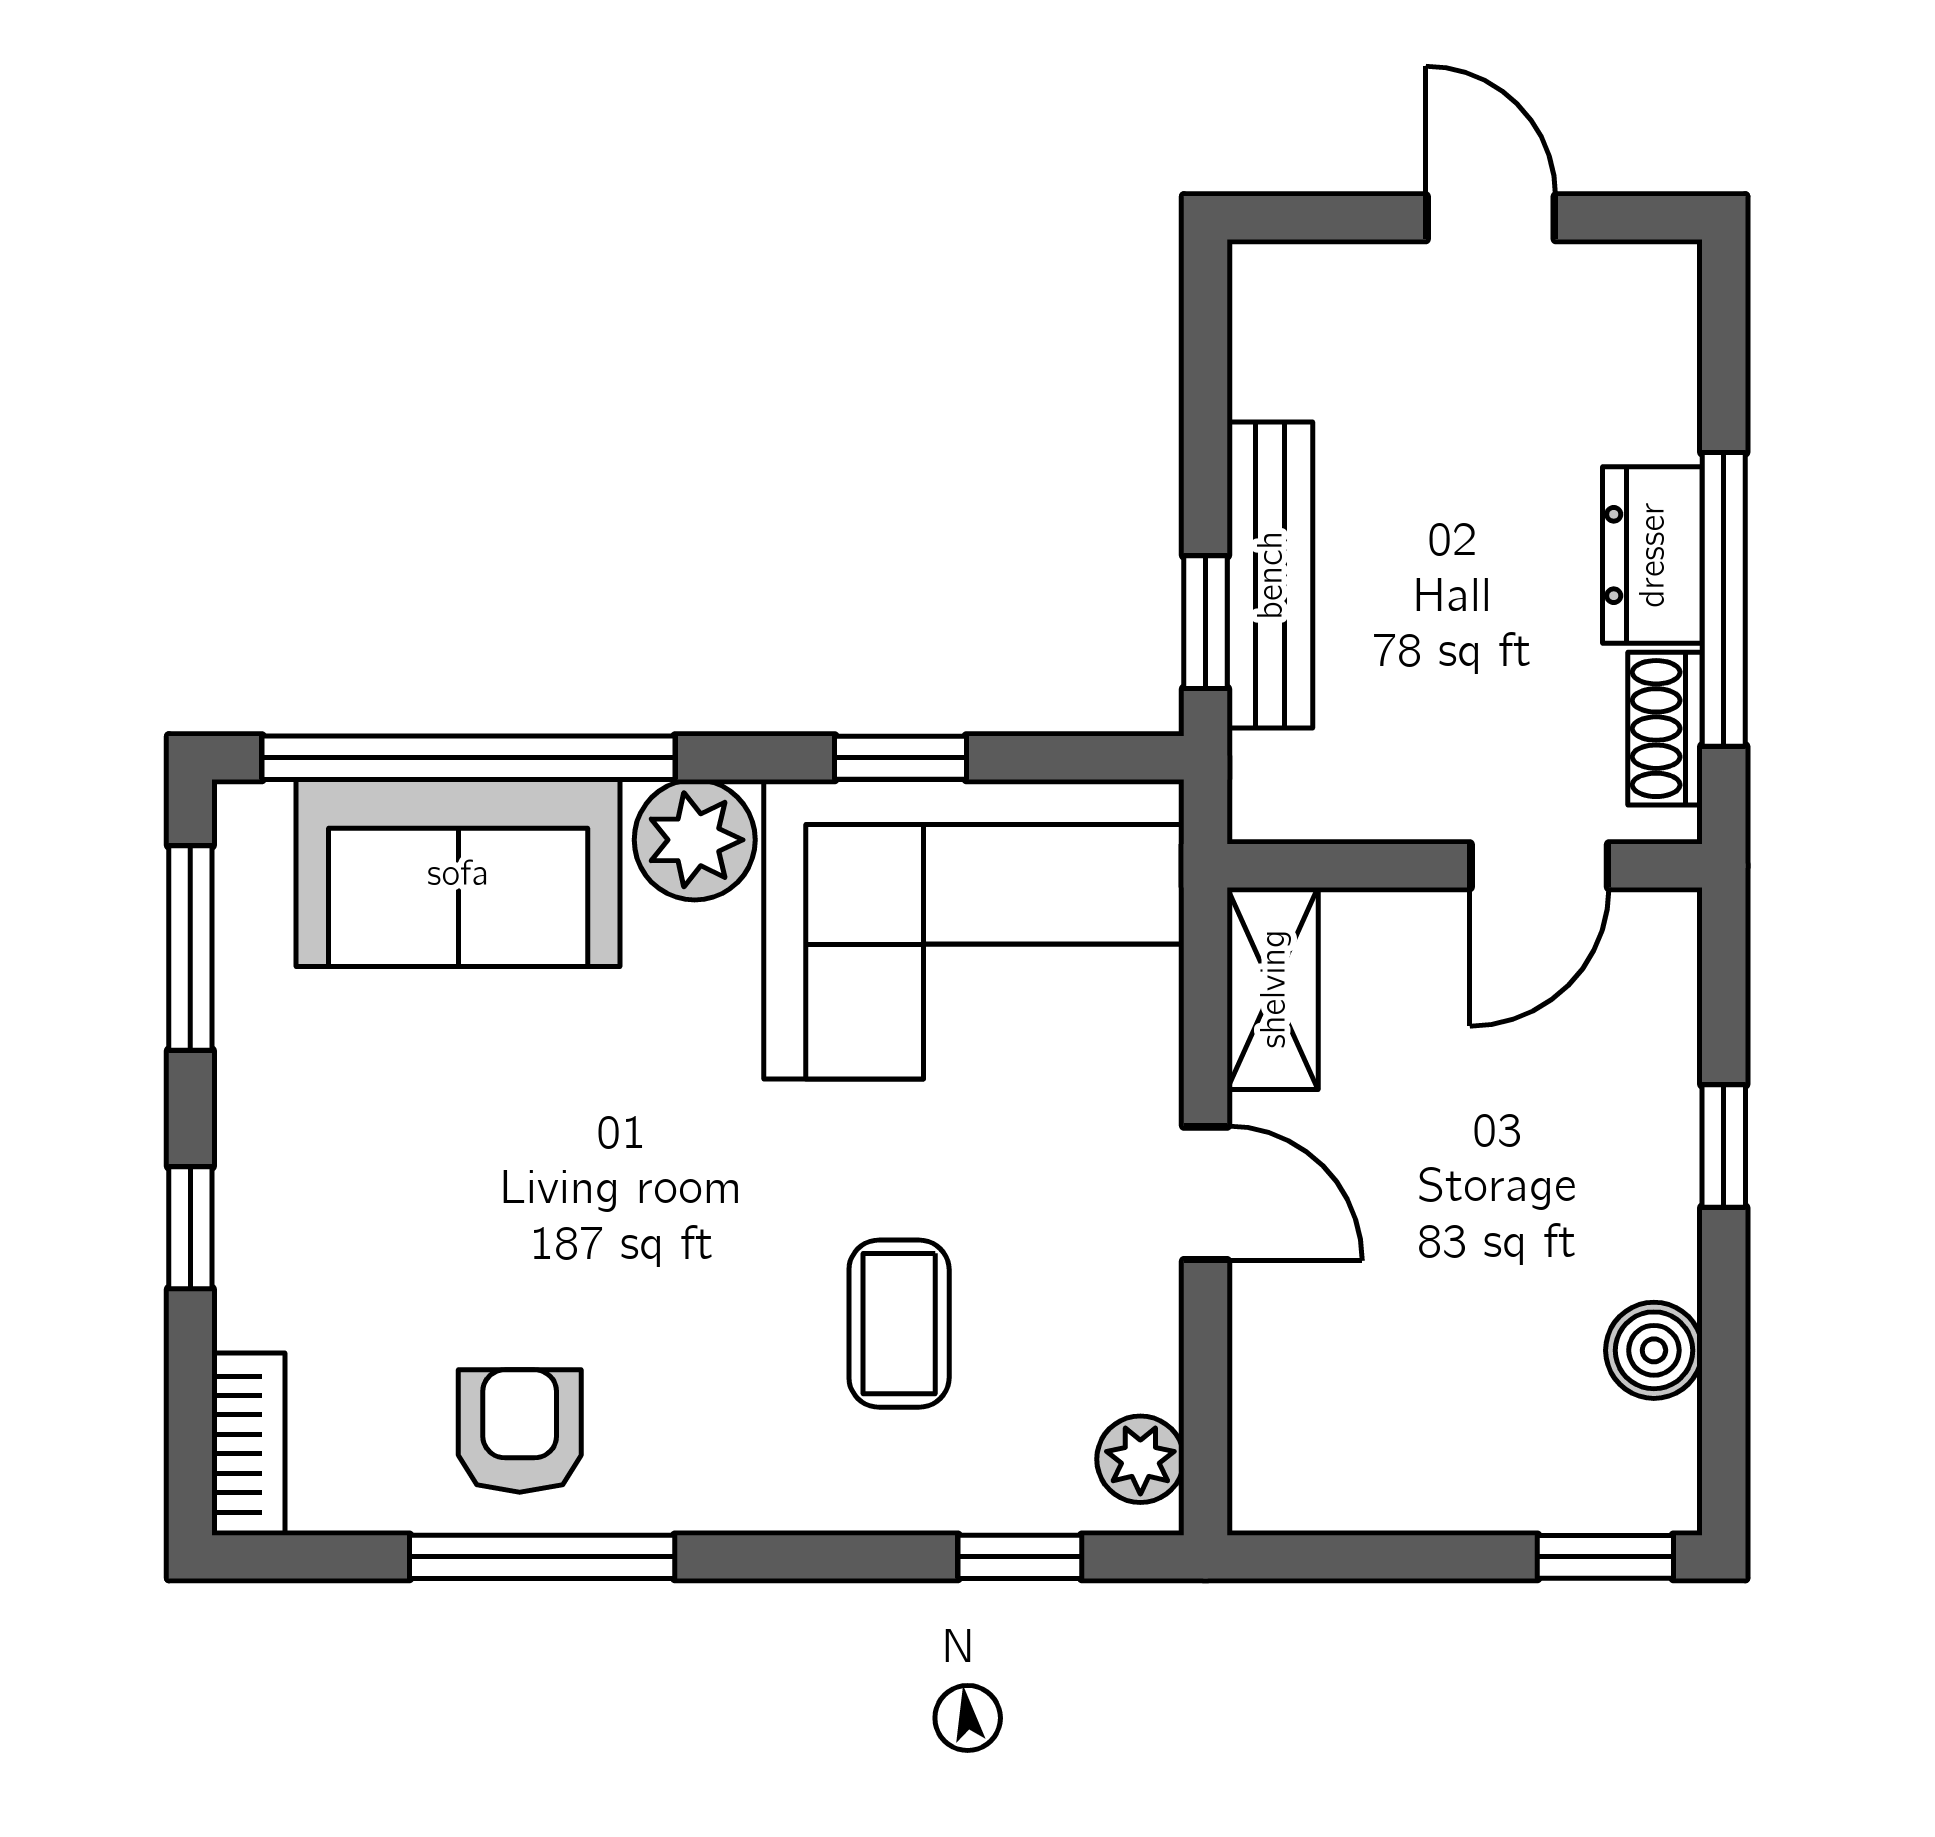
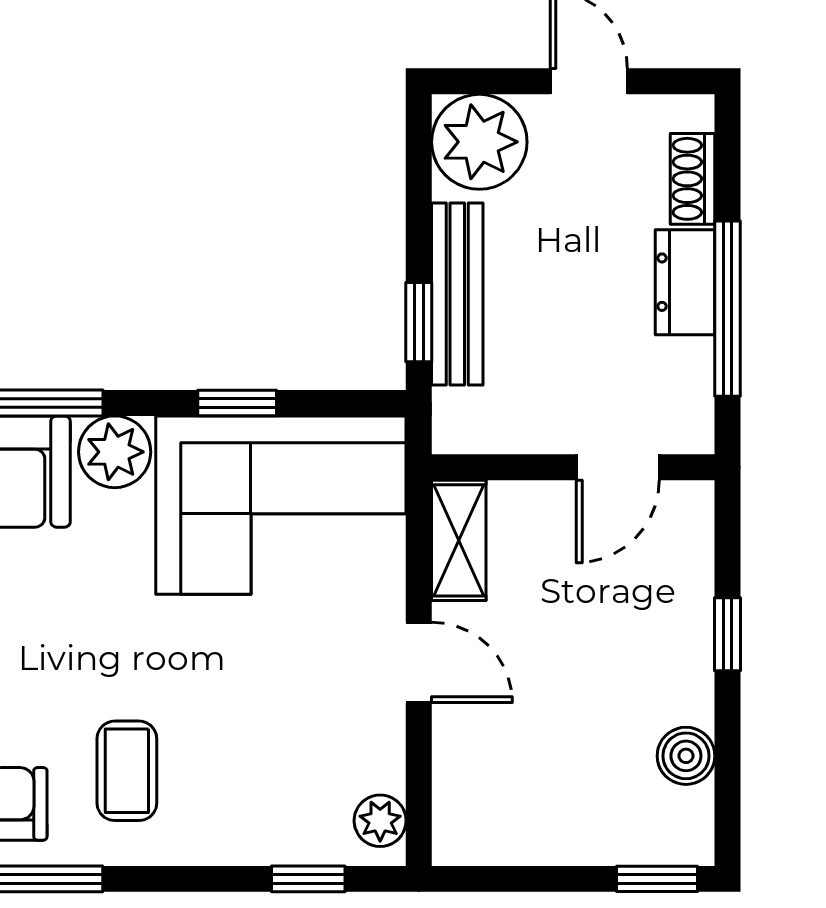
plant: (1307, 319) -> (479, 142), added
shoe rack: (1665, 729) -> (693, 179), moved
coffee table: (899, 1324) -> (127, 771), moved

